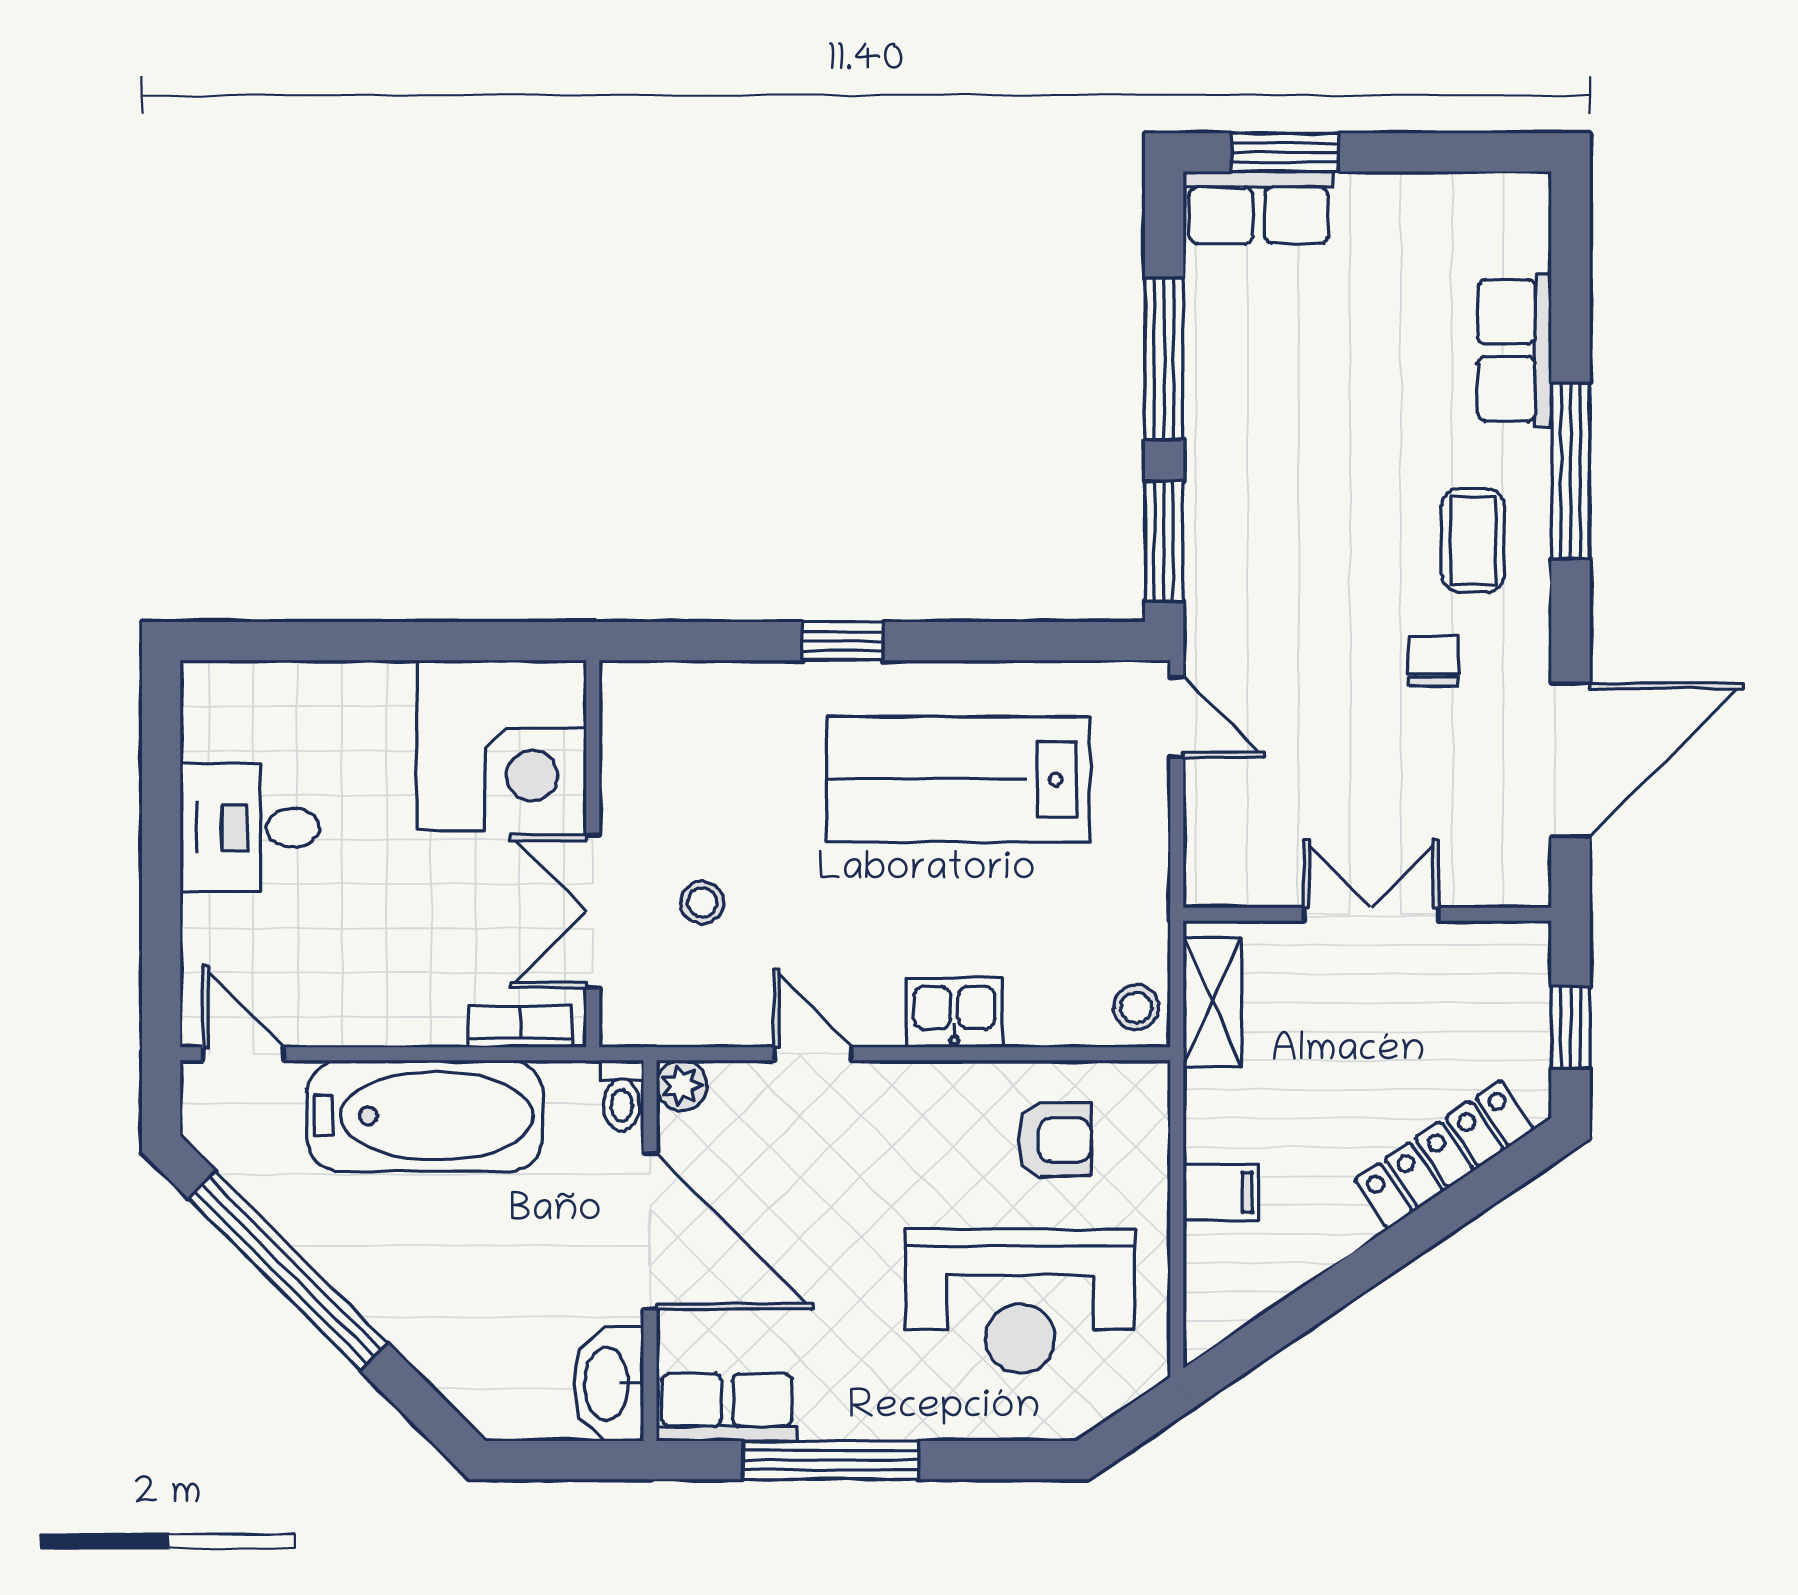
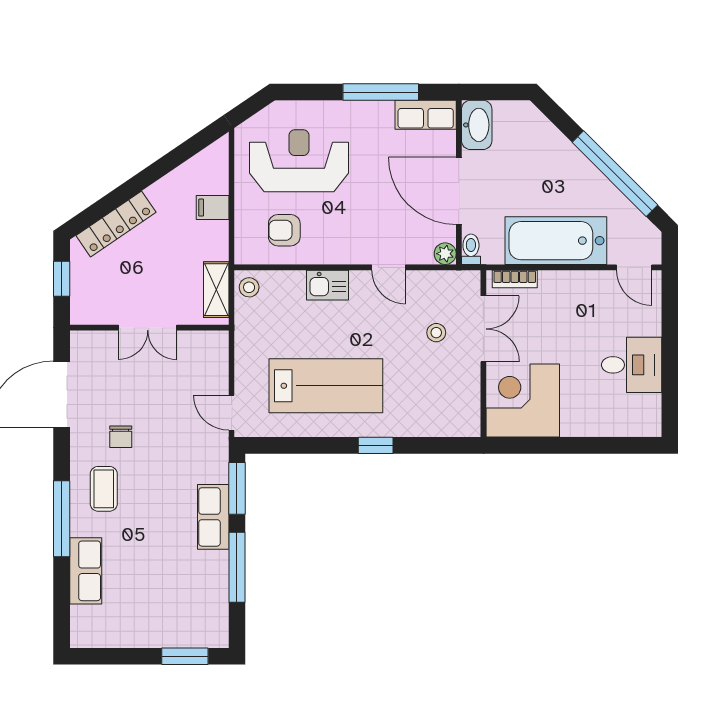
row of seats: (1259, 207) -> (213, 517), moved, turned -90

